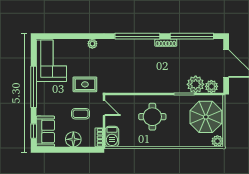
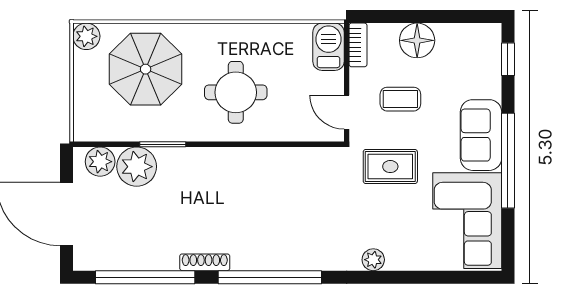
parasol: (206, 117) -> (146, 69), moved
sofa: (45, 131) -> (481, 135), moved

